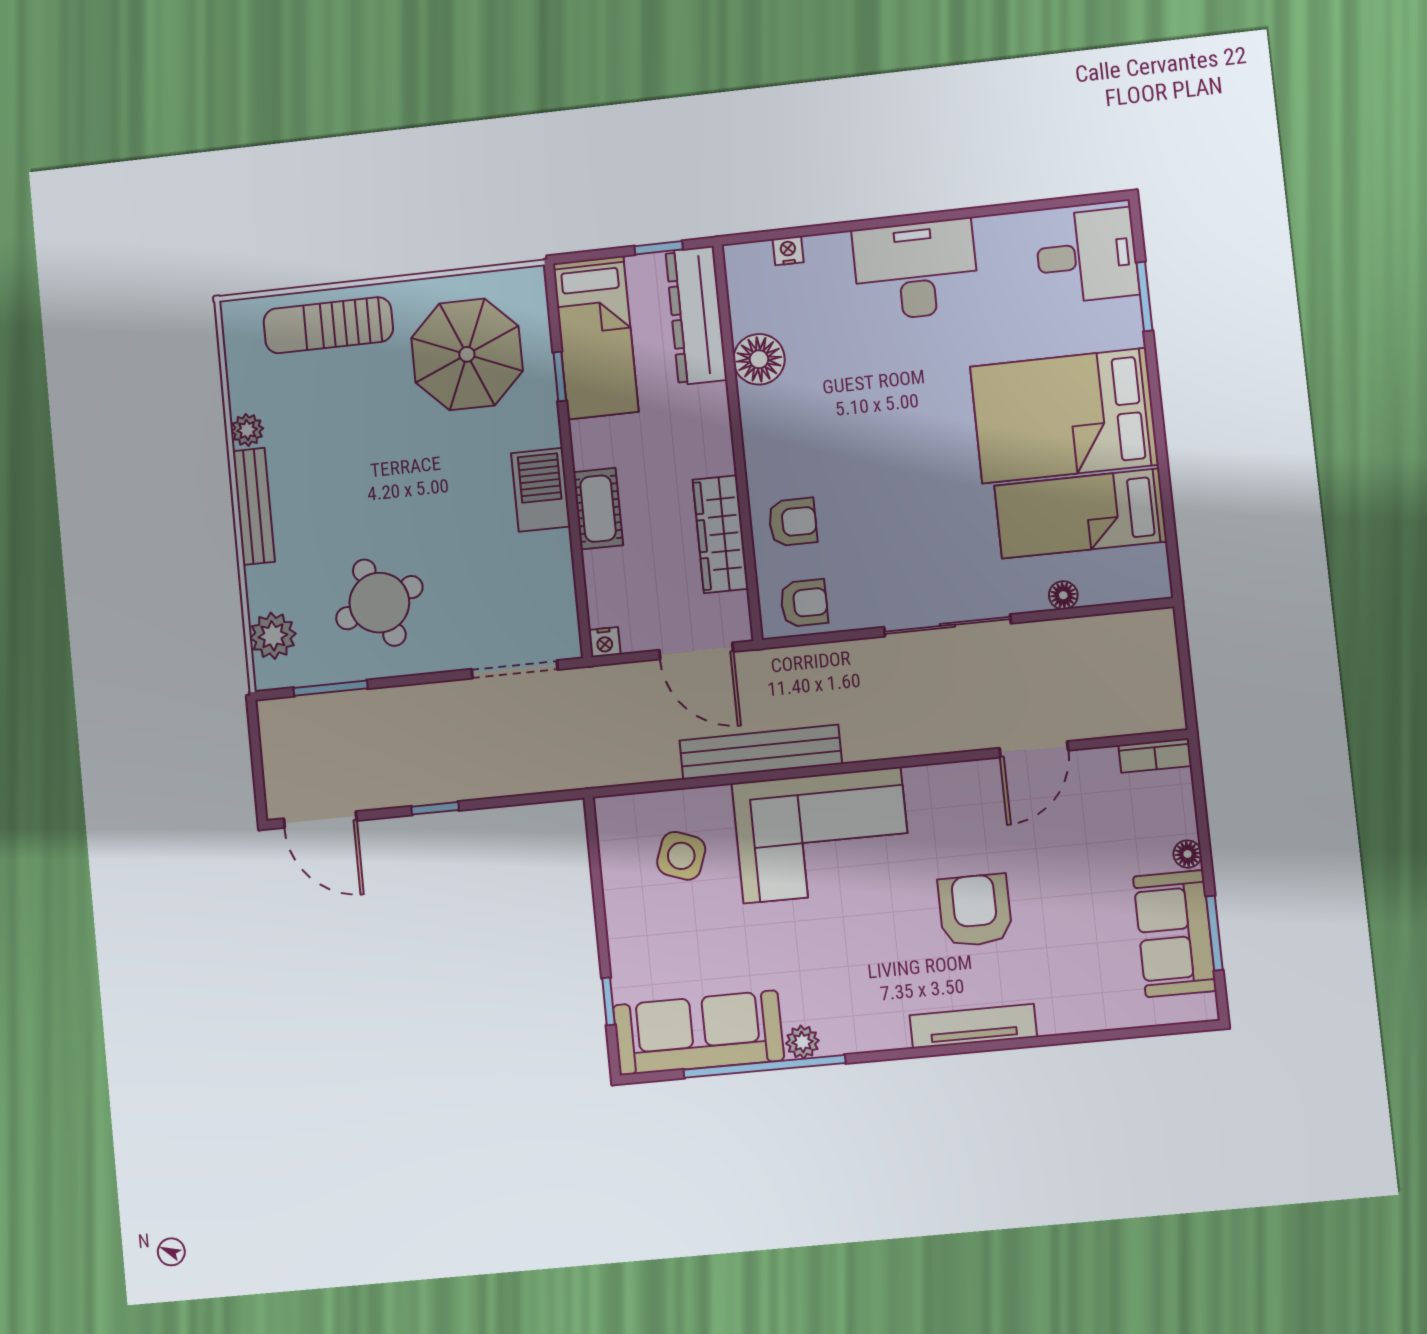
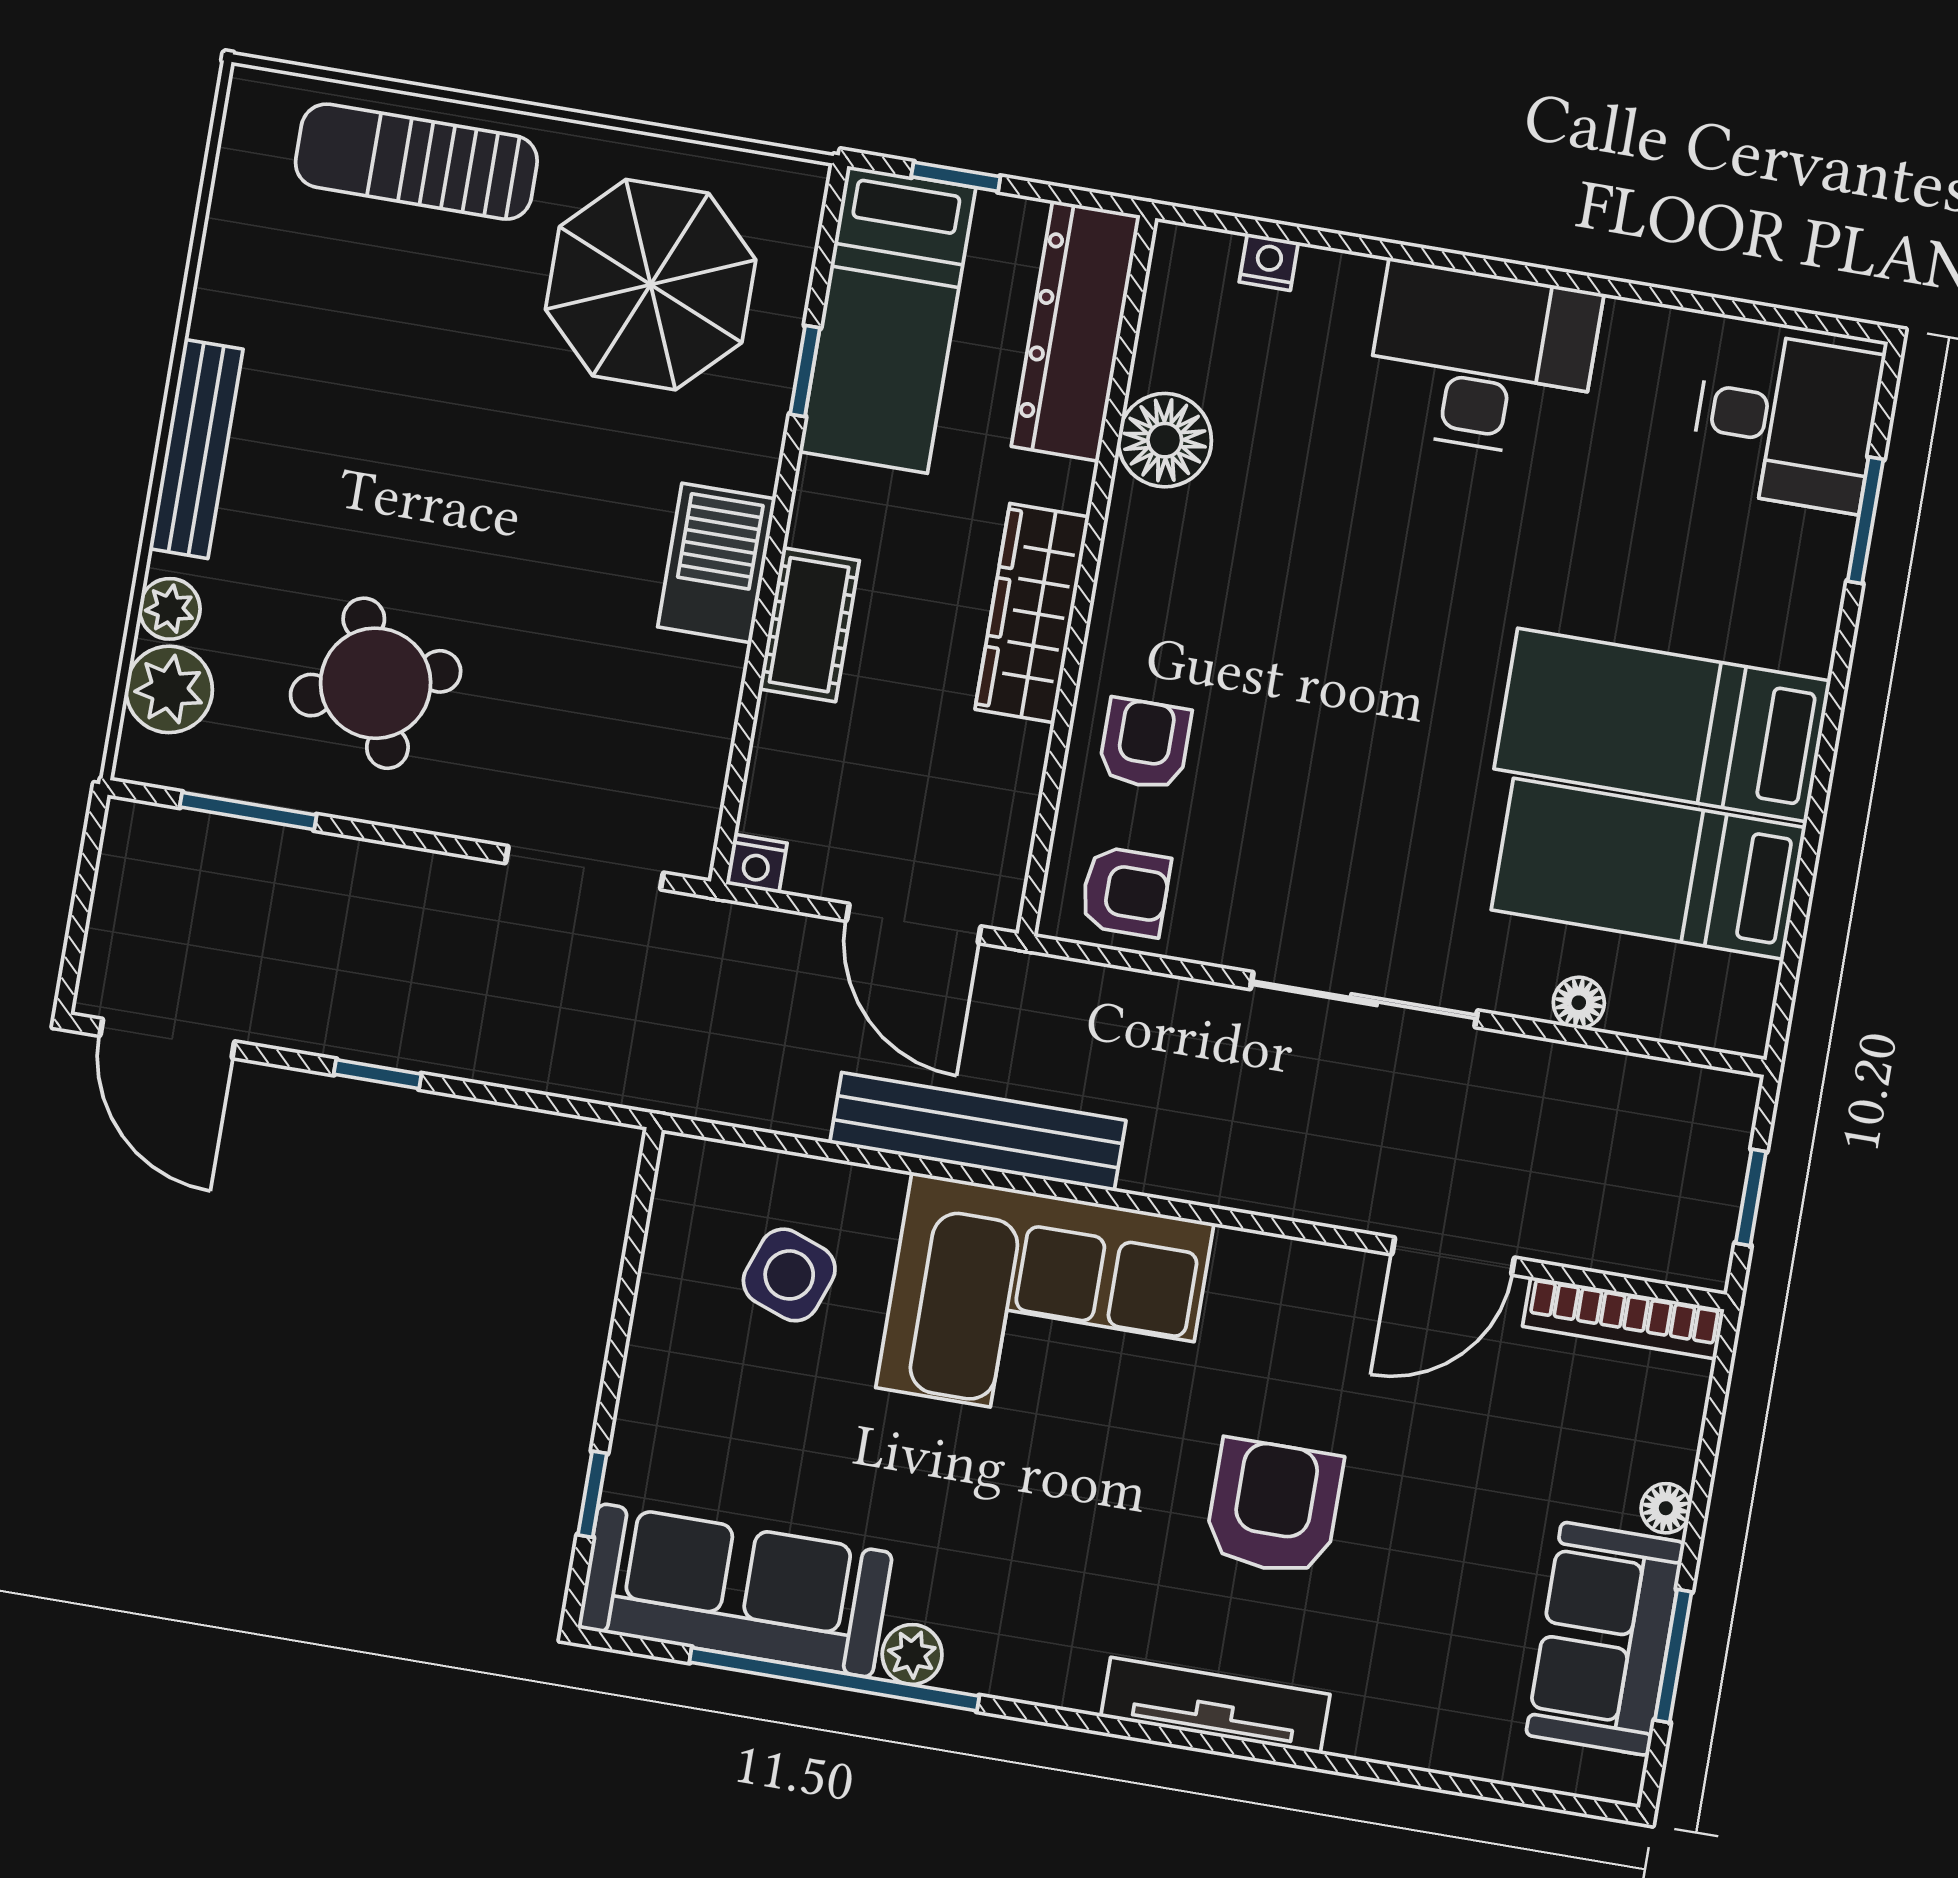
window: (659, 248) -> (956, 177), moved
bed: (1064, 416) -> (1662, 725), width x0.67
plant: (247, 430) -> (170, 609), moved
armchair: (793, 522) -> (1145, 744), turned -90
wardrobe: (720, 534) -> (1032, 613), moved
window: (1186, 674) -> (1751, 1197), added
bookcase: (1155, 756) -> (1623, 1318), width x1.56

